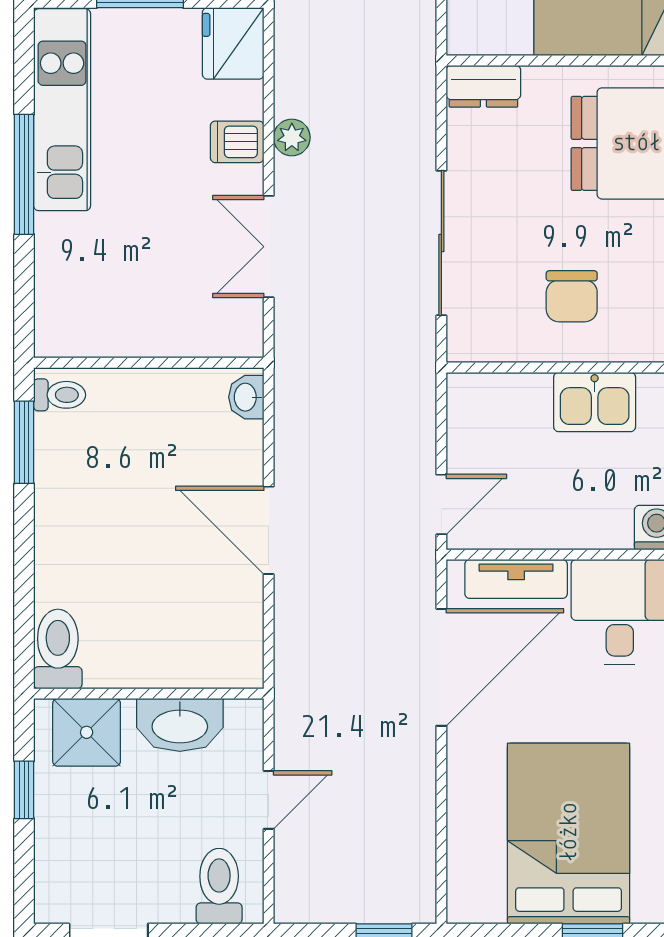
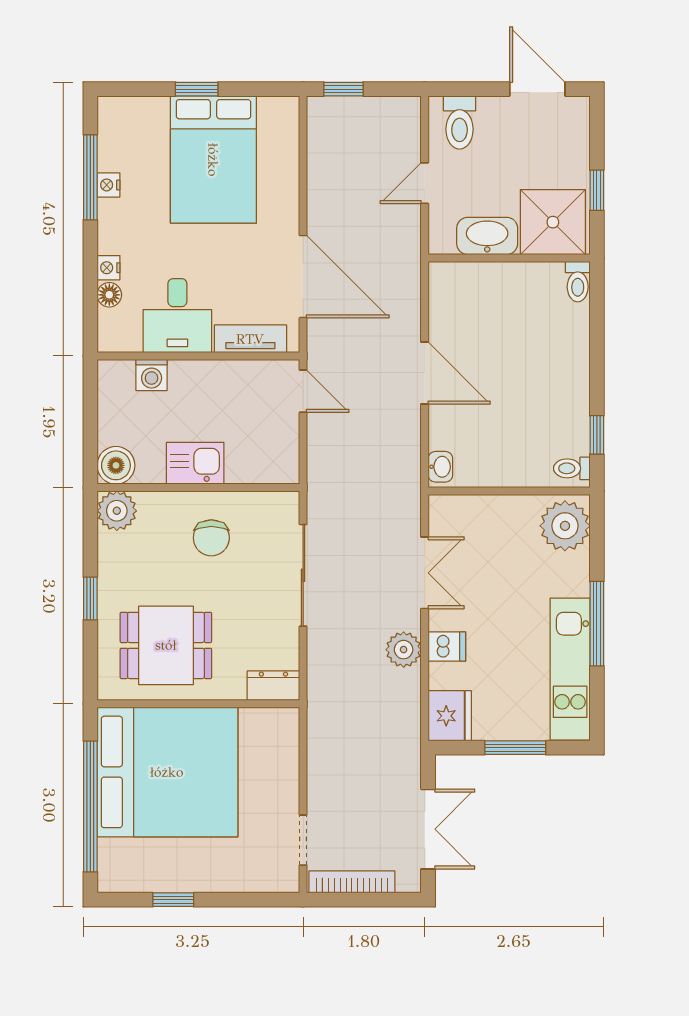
plant: (292, 137) -> (404, 650), width x1.38, depth x1.38
chair: (572, 296) -> (211, 538), turned 180
plant: (69, 313) -> (565, 526), added
window: (24, 442) -> (597, 435), width x0.67
door: (441, 504) -> (303, 391), swing flipped
toilet: (58, 649) -> (578, 282), width x0.73, depth x0.72
door: (441, 667) -> (303, 277), swing flipped
shower: (87, 732) -> (553, 222), width x1.36, depth x1.36

